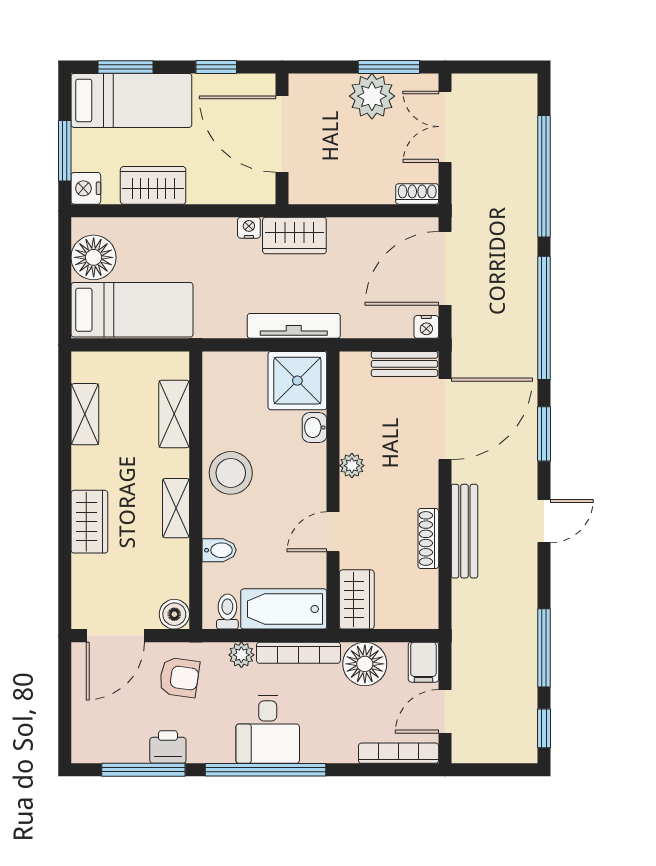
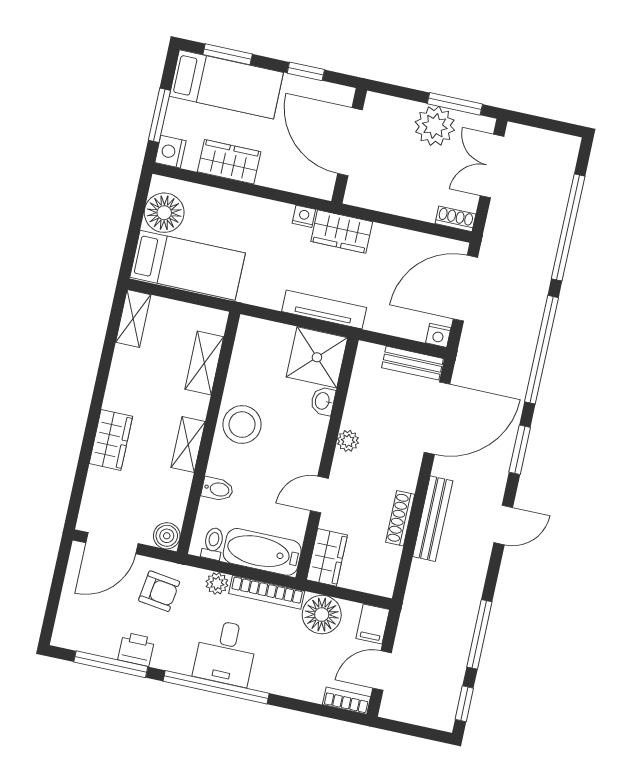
shelving: (85, 414) -> (133, 319), moved
bookcase: (399, 753) -> (347, 701), width x0.64

